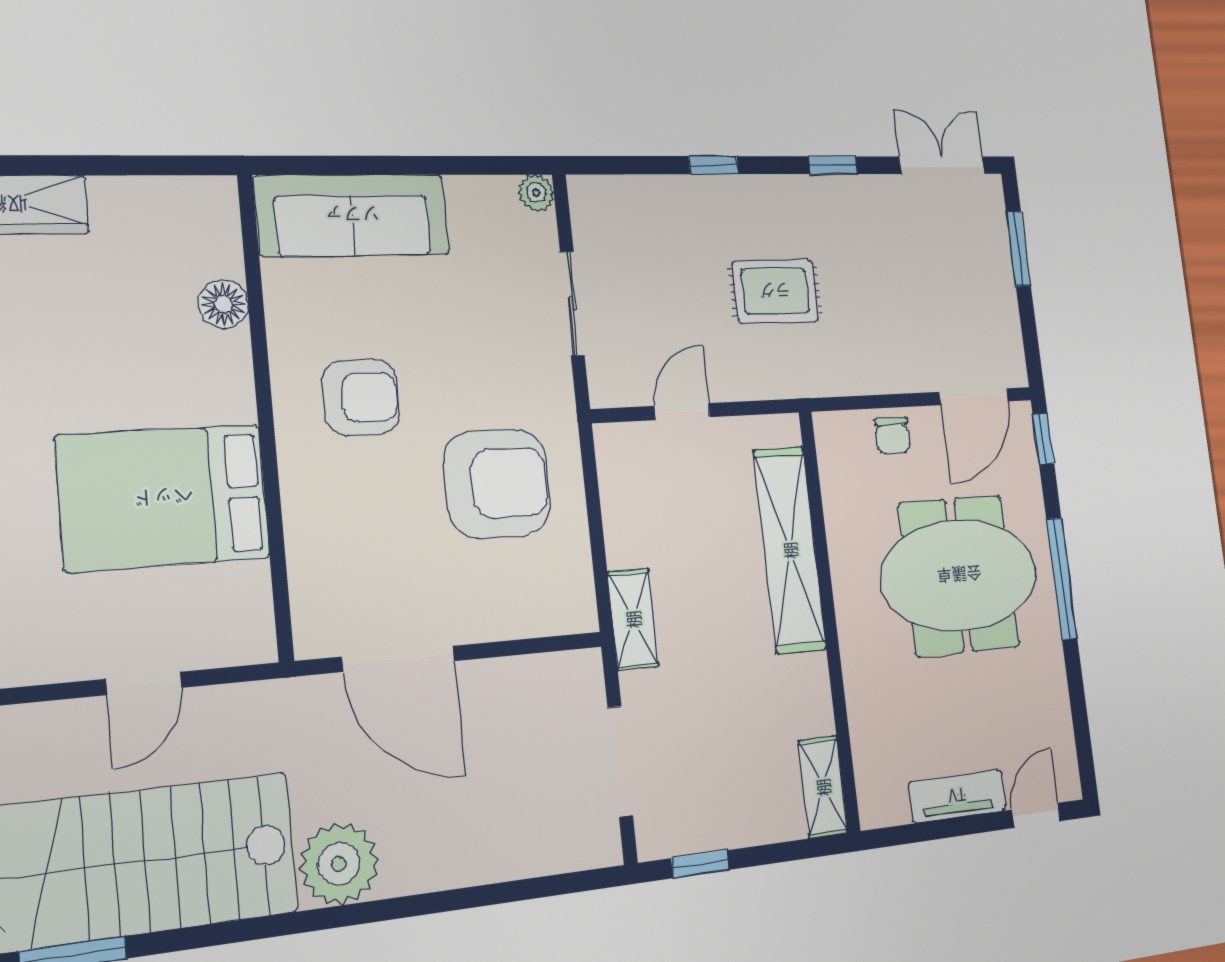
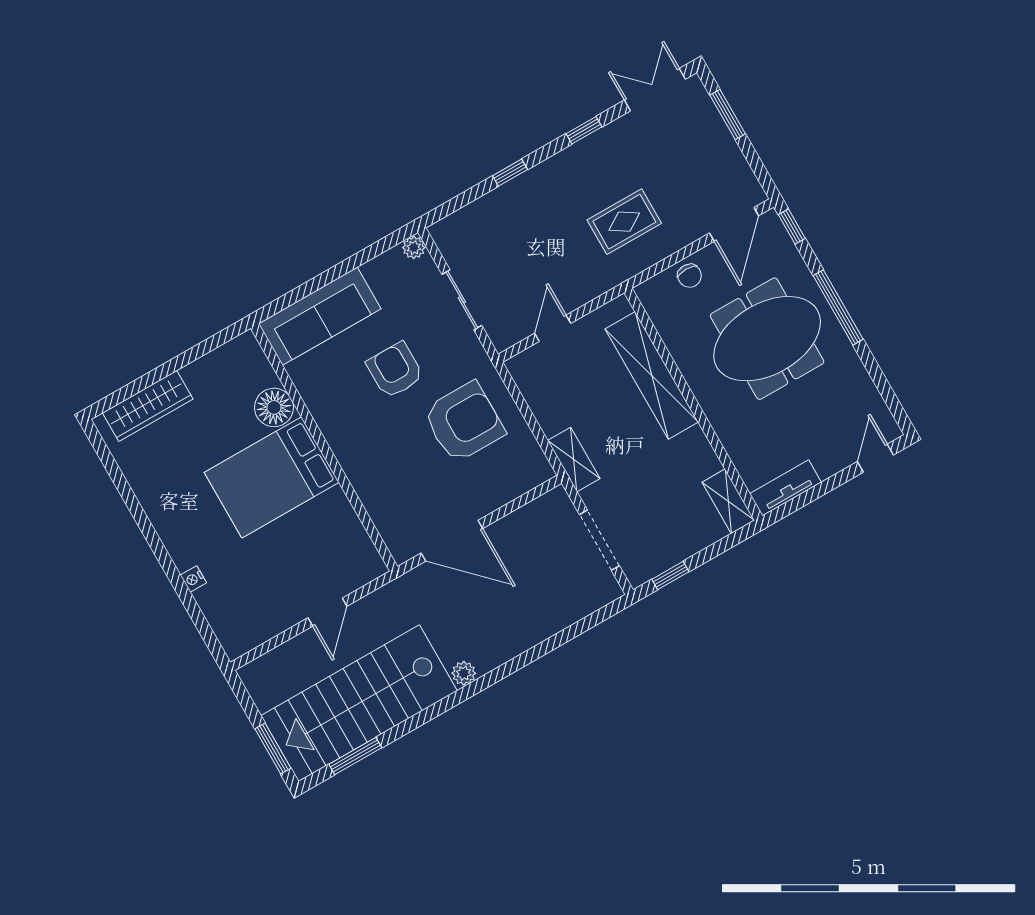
rug: (775, 291) -> (624, 222), moved
floor lamp: (223, 304) -> (274, 407), width x1.38, depth x1.38
armchair: (361, 397) -> (395, 370), moved, turned -90
bed: (163, 498) -> (272, 477), moved
tv unit: (957, 796) -> (785, 488), moved
plant: (339, 864) -> (464, 673), width x0.53, depth x0.53

